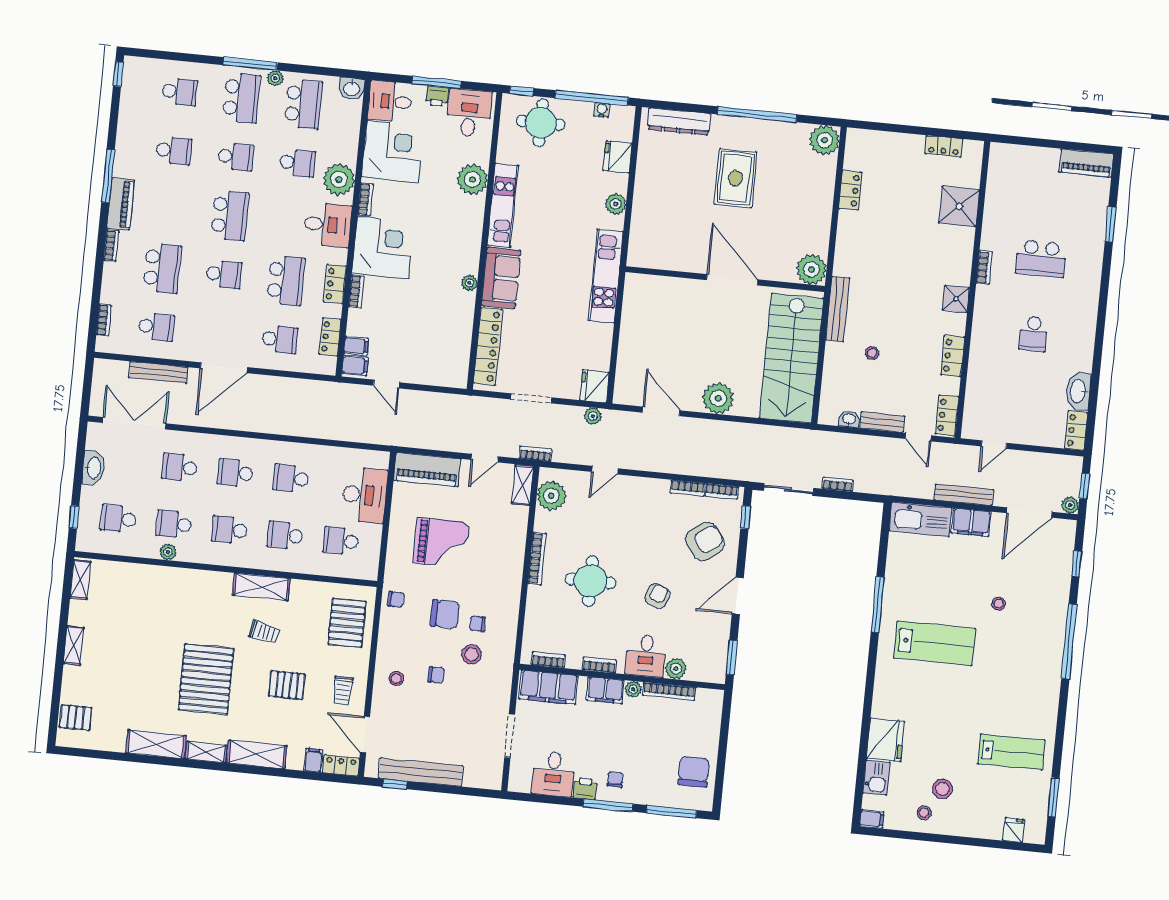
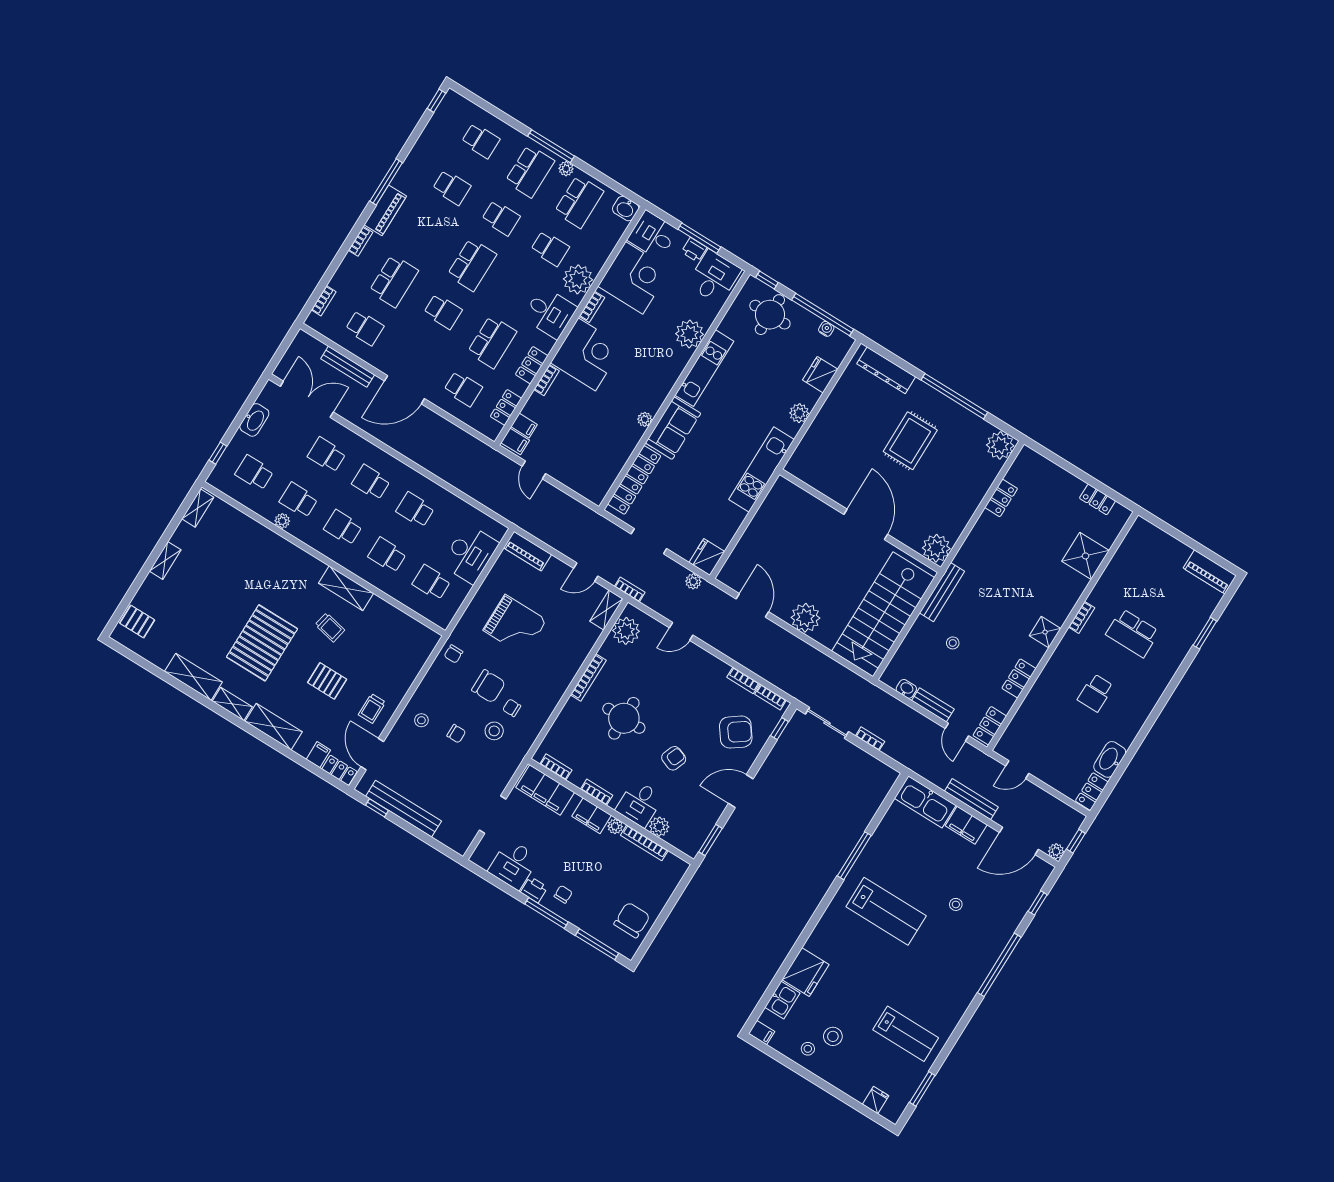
piano: (427, 470) -> (528, 551), width x0.73, depth x0.75
chair: (396, 599) -> (453, 654), turned 90
pallet: (347, 623) -> (403, 654), removed

